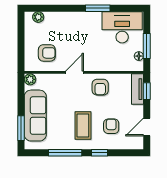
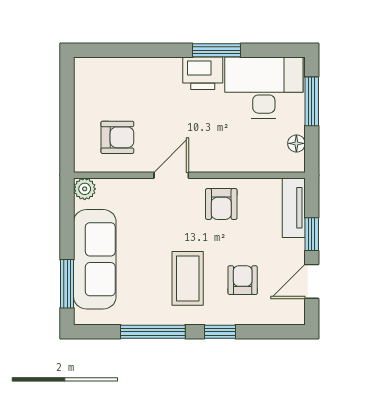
plant: (38, 17) -> (100, 67), removed
printer: (91, 20) -> (203, 73), added
window: (147, 46) -> (312, 101), moved
window: (147, 91) -> (312, 234), moved

